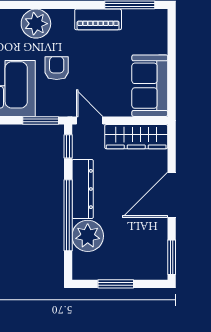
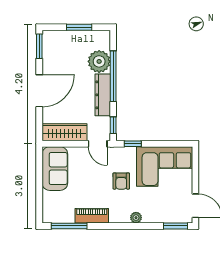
plant: (36, 24) -> (136, 218), width x0.53, depth x0.53
window: (41, 121) -> (133, 144), width x0.67

